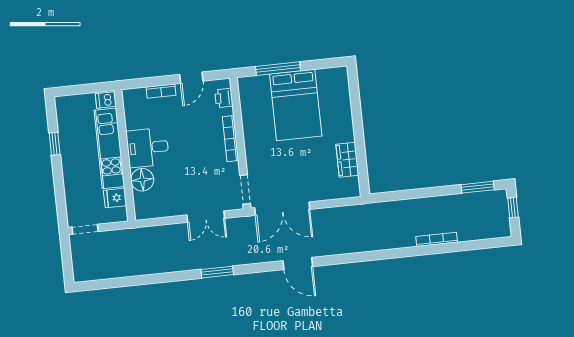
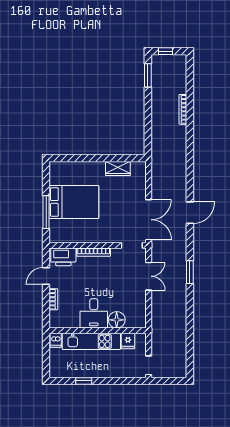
door: (191, 78) -> (46, 276), swing flipped
printer: (224, 98) -> (63, 257), width x1.87, depth x1.48

